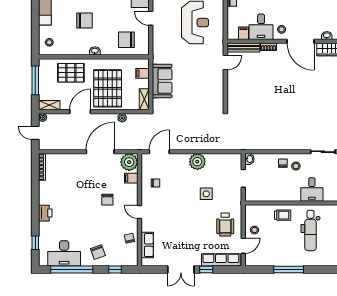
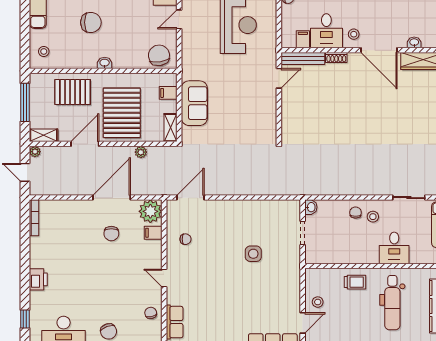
door: (151, 18) -> (179, 19), hinge flipped
chair: (126, 40) -> (159, 55), moved, turned 82
plant: (197, 162) -> (241, 211), removed
chair: (107, 200) -> (111, 234), moved
wheelchair: (225, 224) -> (278, 295), removed

